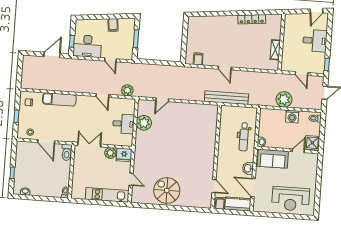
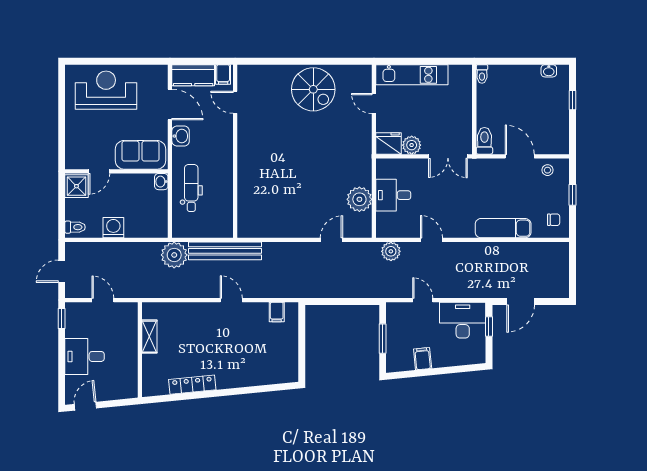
plant: (284, 99) -> (174, 255), moved

